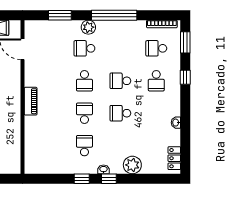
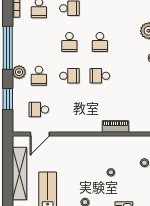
piano: (31, 101) -> (115, 126), moved
school desk: (84, 146) -> (39, 110), moved

